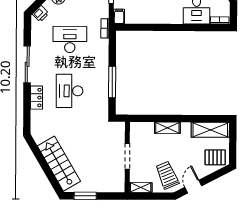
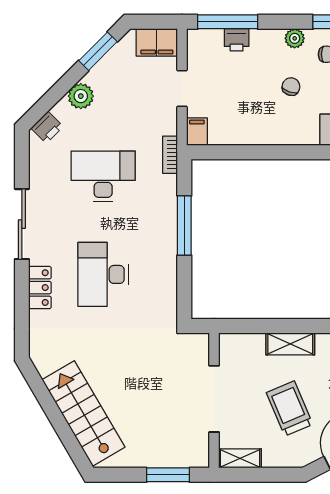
window: (112, 82) -> (184, 225), moved
doorway: (127, 156) -> (214, 399), width x1.36
trolley: (167, 175) -> (289, 409), moved
window: (85, 196) -> (168, 475), moved

